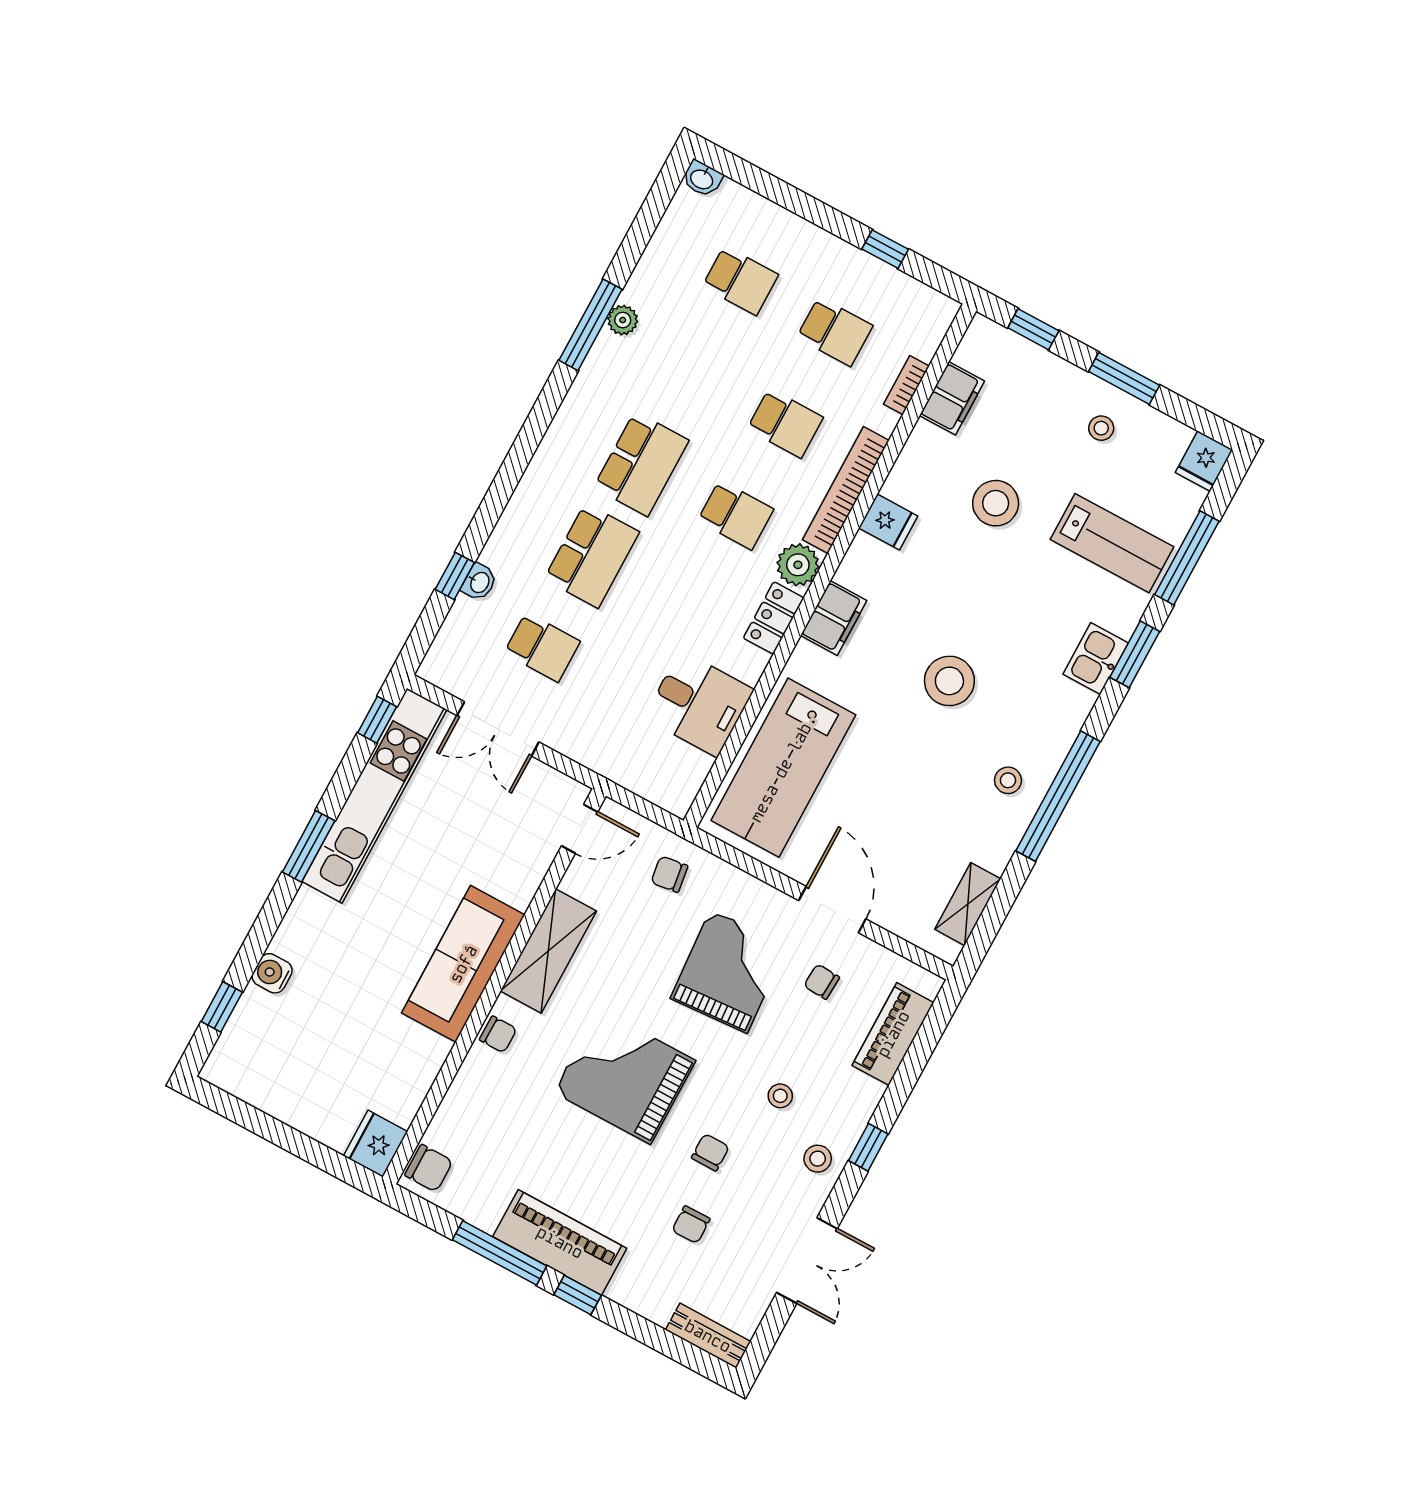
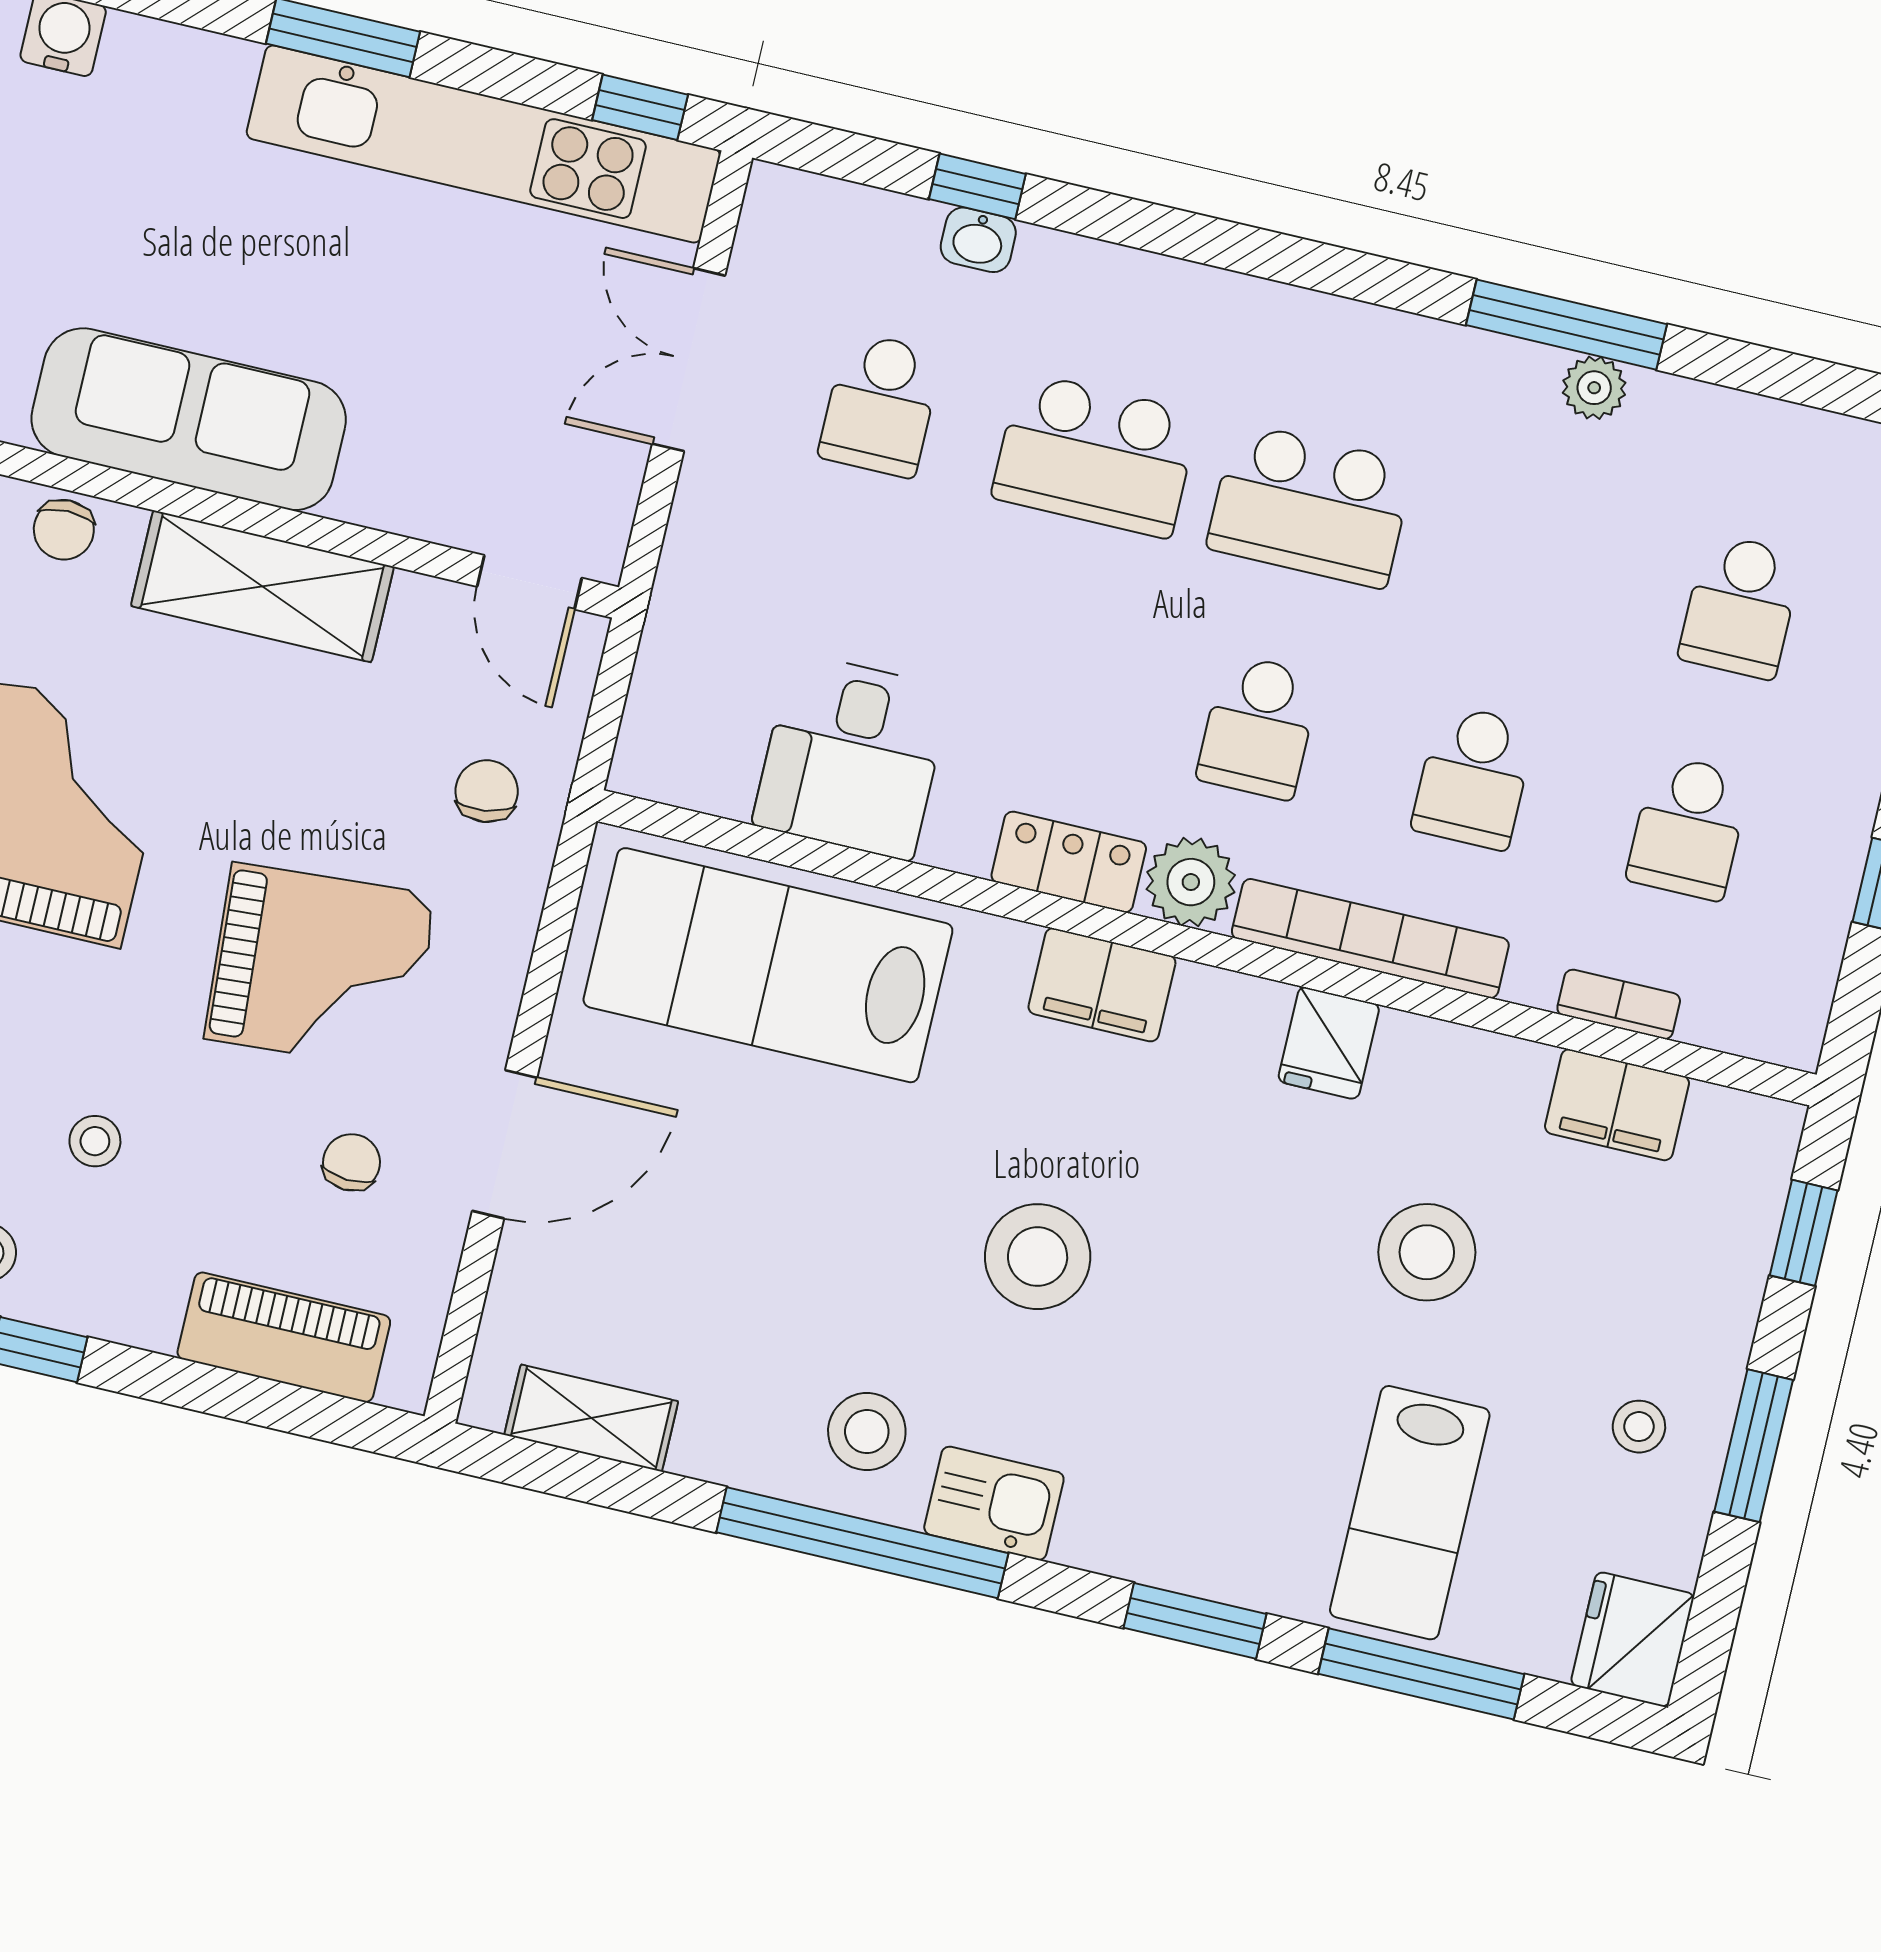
fridge: (1204, 461) -> (1633, 1639), width x1.38
kitchen sink: (1096, 659) -> (994, 1503), moved
stool: (1008, 780) -> (867, 1432), width x1.37, depth x1.37

